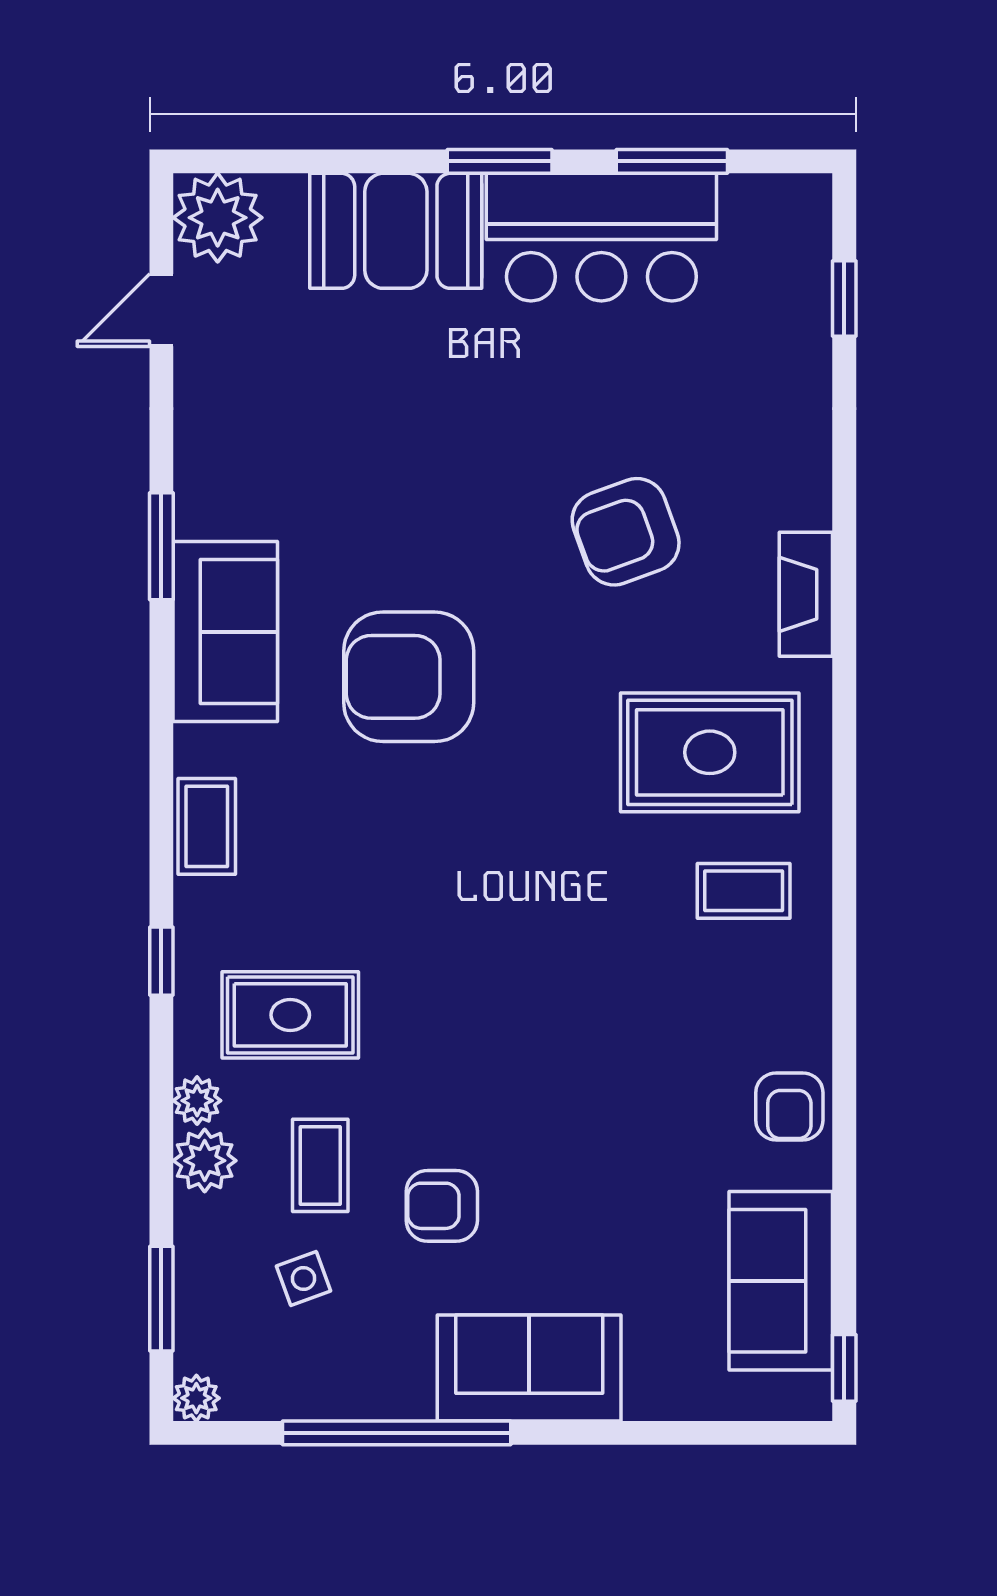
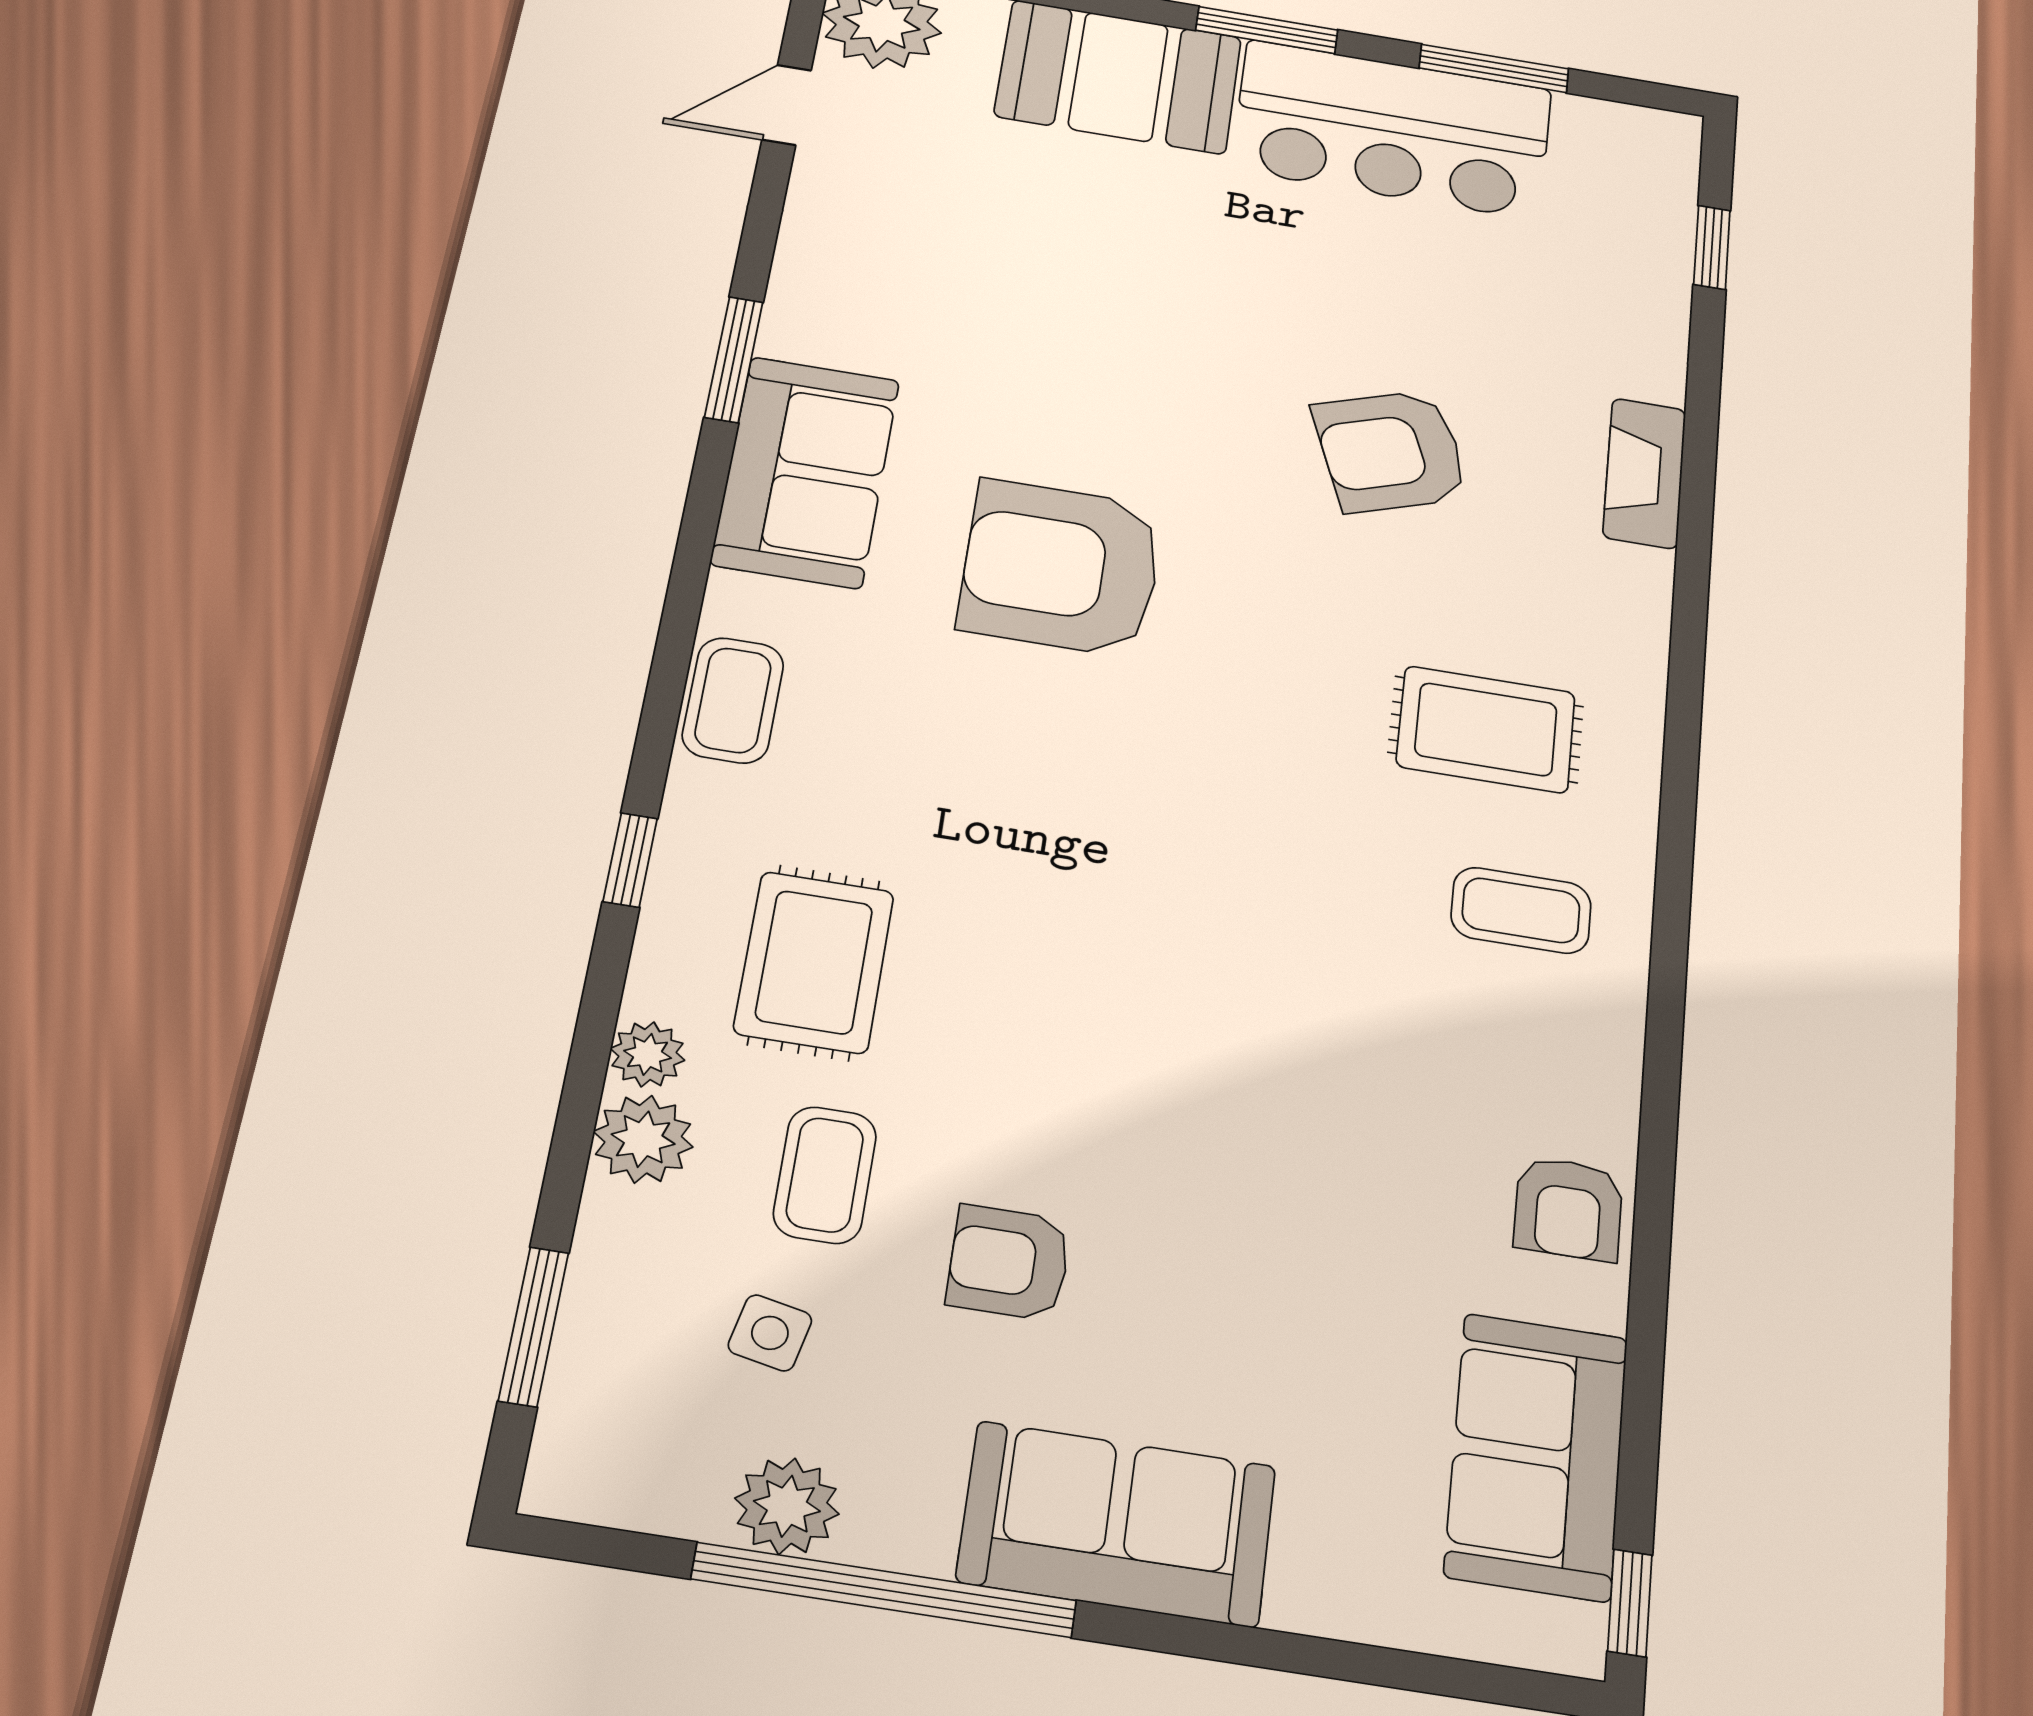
fireplace: (806, 594) -> (1644, 473), moved
rug: (710, 752) -> (1486, 729), width x0.73, depth x0.70
rug: (290, 1015) -> (814, 962), turned 90
side table: (303, 1278) -> (770, 1333), turned 32
plant: (196, 1398) -> (787, 1506), moved, width x1.38, depth x1.38

